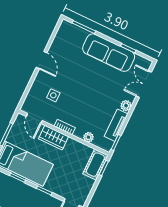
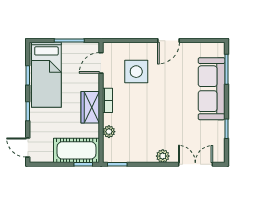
sofa: (109, 53) -> (212, 89), moved
side table: (53, 95) -> (136, 72), width x1.87, depth x1.87
tv unit: (116, 125) -> (136, 156), removed
wardrobe: (54, 138) -> (90, 107), moved
cot: (95, 165) -> (77, 150), width x1.37, depth x1.34

